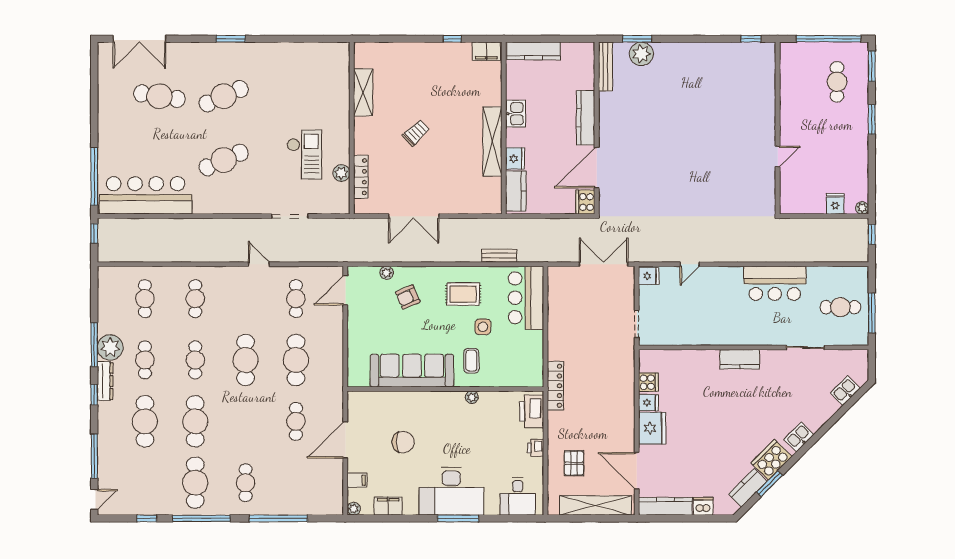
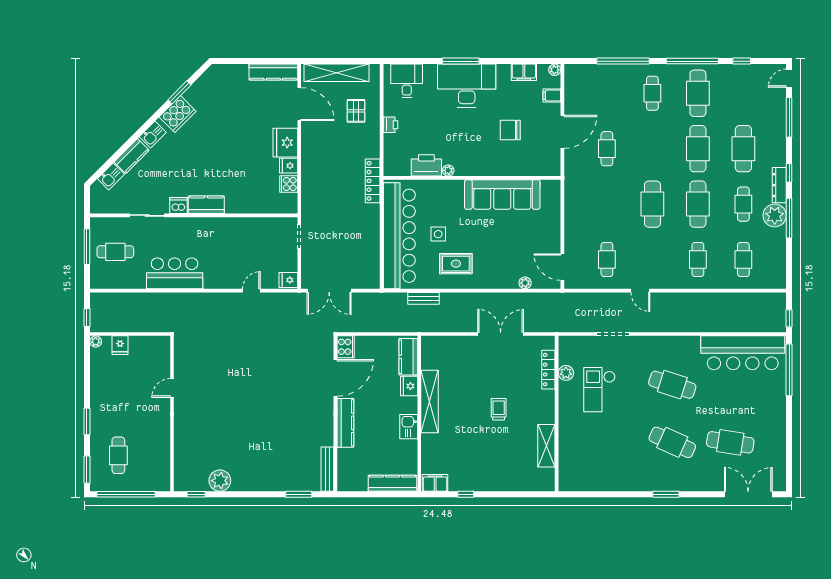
plant: (641, 54) -> (220, 481), moved
cafe table: (224, 96) -> (672, 442), turned 48
trolley: (416, 133) -> (499, 409), turned 133
cafe table: (224, 160) -> (672, 385), turned 42
door: (345, 290) -> (562, 267), swing flipped
armchair: (408, 297) -> (506, 261), removed
bar counter: (526, 298) -> (399, 236), width x1.86
cafe table: (195, 360) -> (698, 204), width x1.37, depth x1.35
cafe table: (296, 360) -> (607, 204), removed
coffee table: (471, 361) -> (449, 203), removed
printer: (532, 411) -> (426, 165), moved, turned -90
kitchen counter: (748, 488) -> (132, 156), moved
dishwasher: (703, 506) -> (179, 206), moved, turned 180

